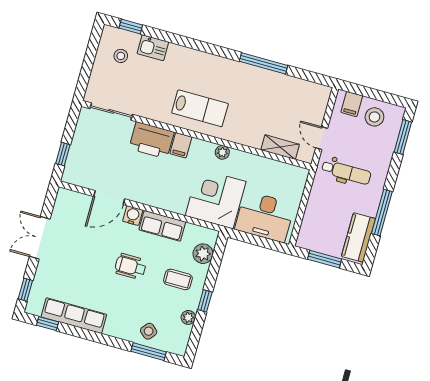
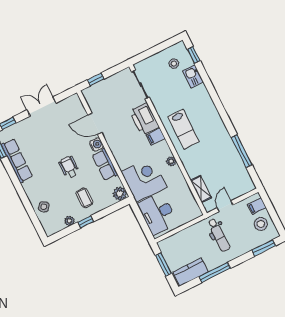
window: (263, 63) -> (242, 151), moved
plant: (203, 254) -> (120, 194), moved
window: (149, 352) -> (33, 216), removed

